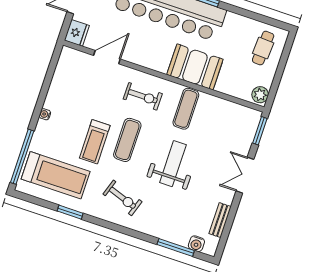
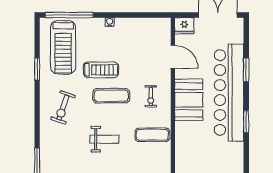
booth: (195, 67) -> (189, 100), moved
exercise bike: (143, 96) -> (151, 96), width x0.73, depth x0.72
treadmill: (95, 142) -> (101, 70), turned 180
weight bench: (173, 164) -> (104, 139), width x0.73, depth x0.75

